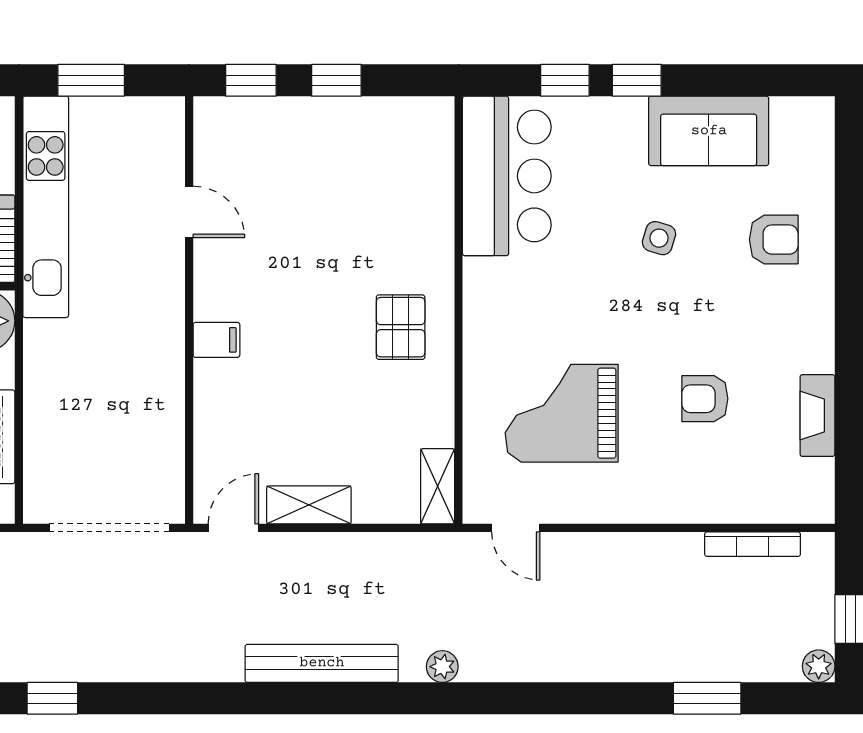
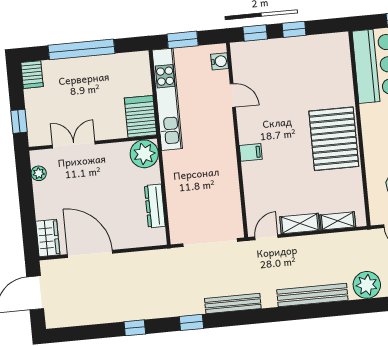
water cooler: (167, 135) -> (220, 61), added
pallet: (401, 327) -> (334, 139), width x2.05, depth x2.00
shelving: (438, 486) -> (338, 221), moved, turned 90
bench: (146, 665) -> (233, 303), added
plant: (442, 667) -> (367, 285), width x1.88, depth x1.88

